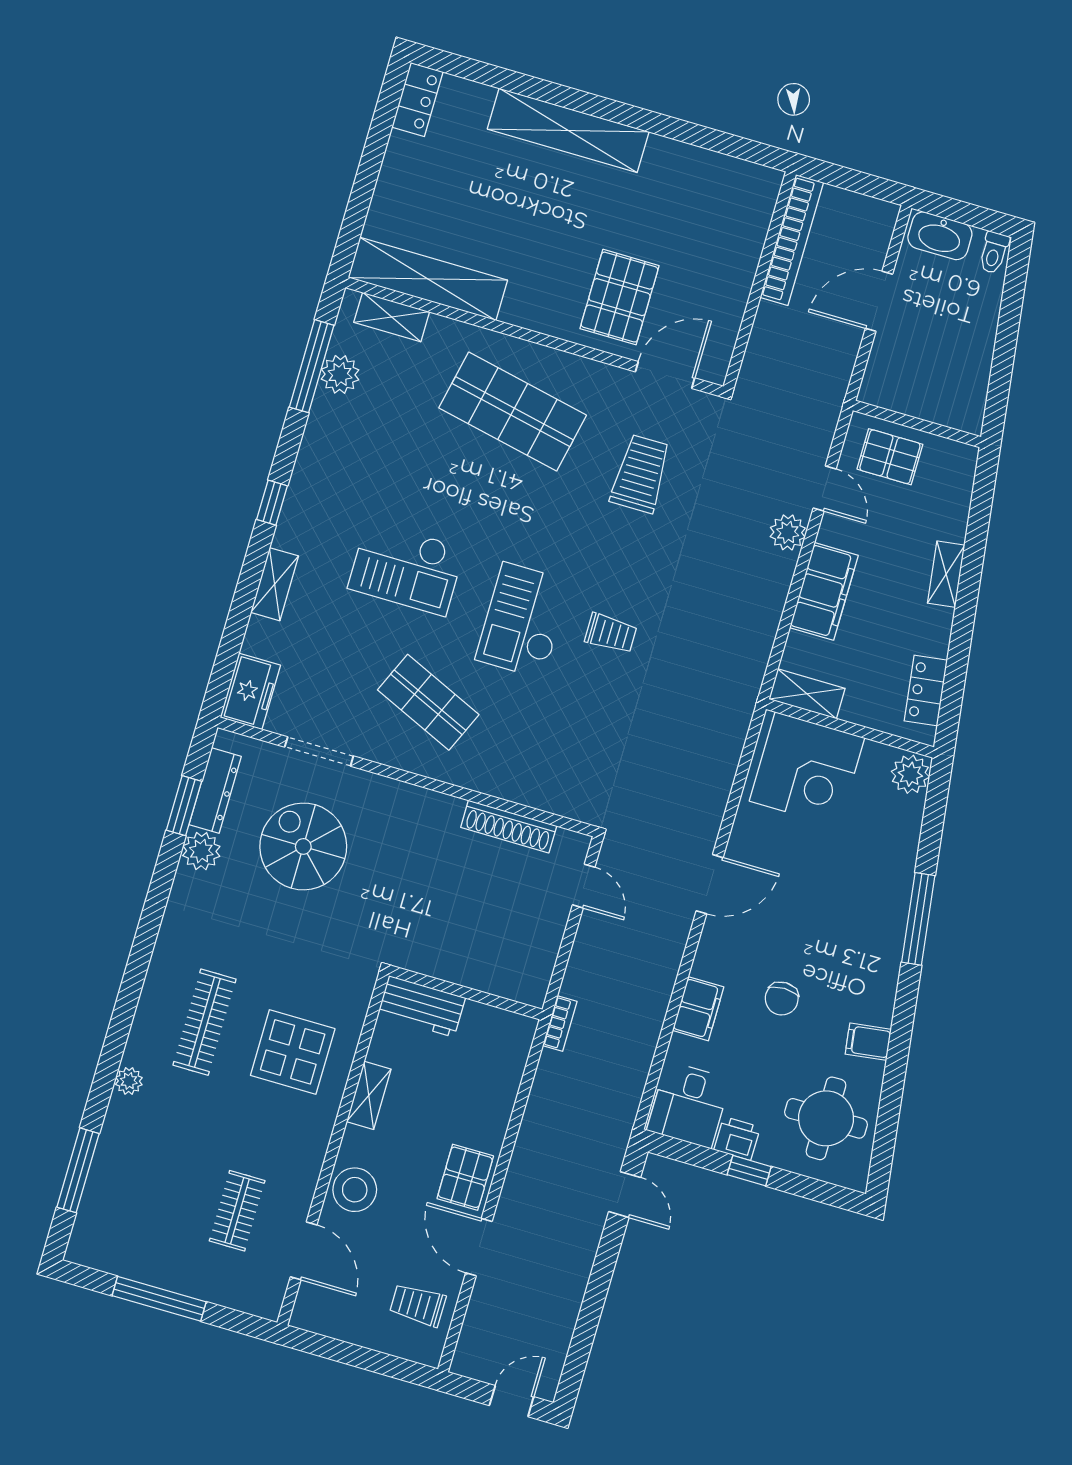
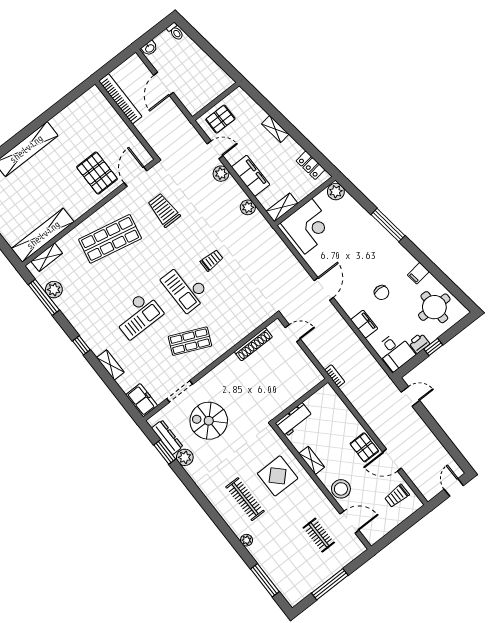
washbasin: (940, 236) -> (150, 48), width x0.52, depth x0.69
plant: (760, 629) -> (248, 207), added

